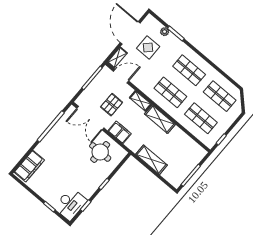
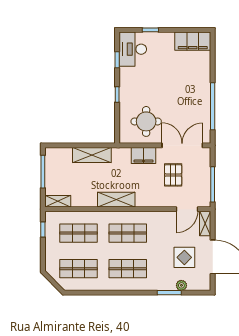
shelving: (140, 101) -> (58, 201), moved
filing cabinet: (29, 166) -> (193, 41), moved, turned -90

